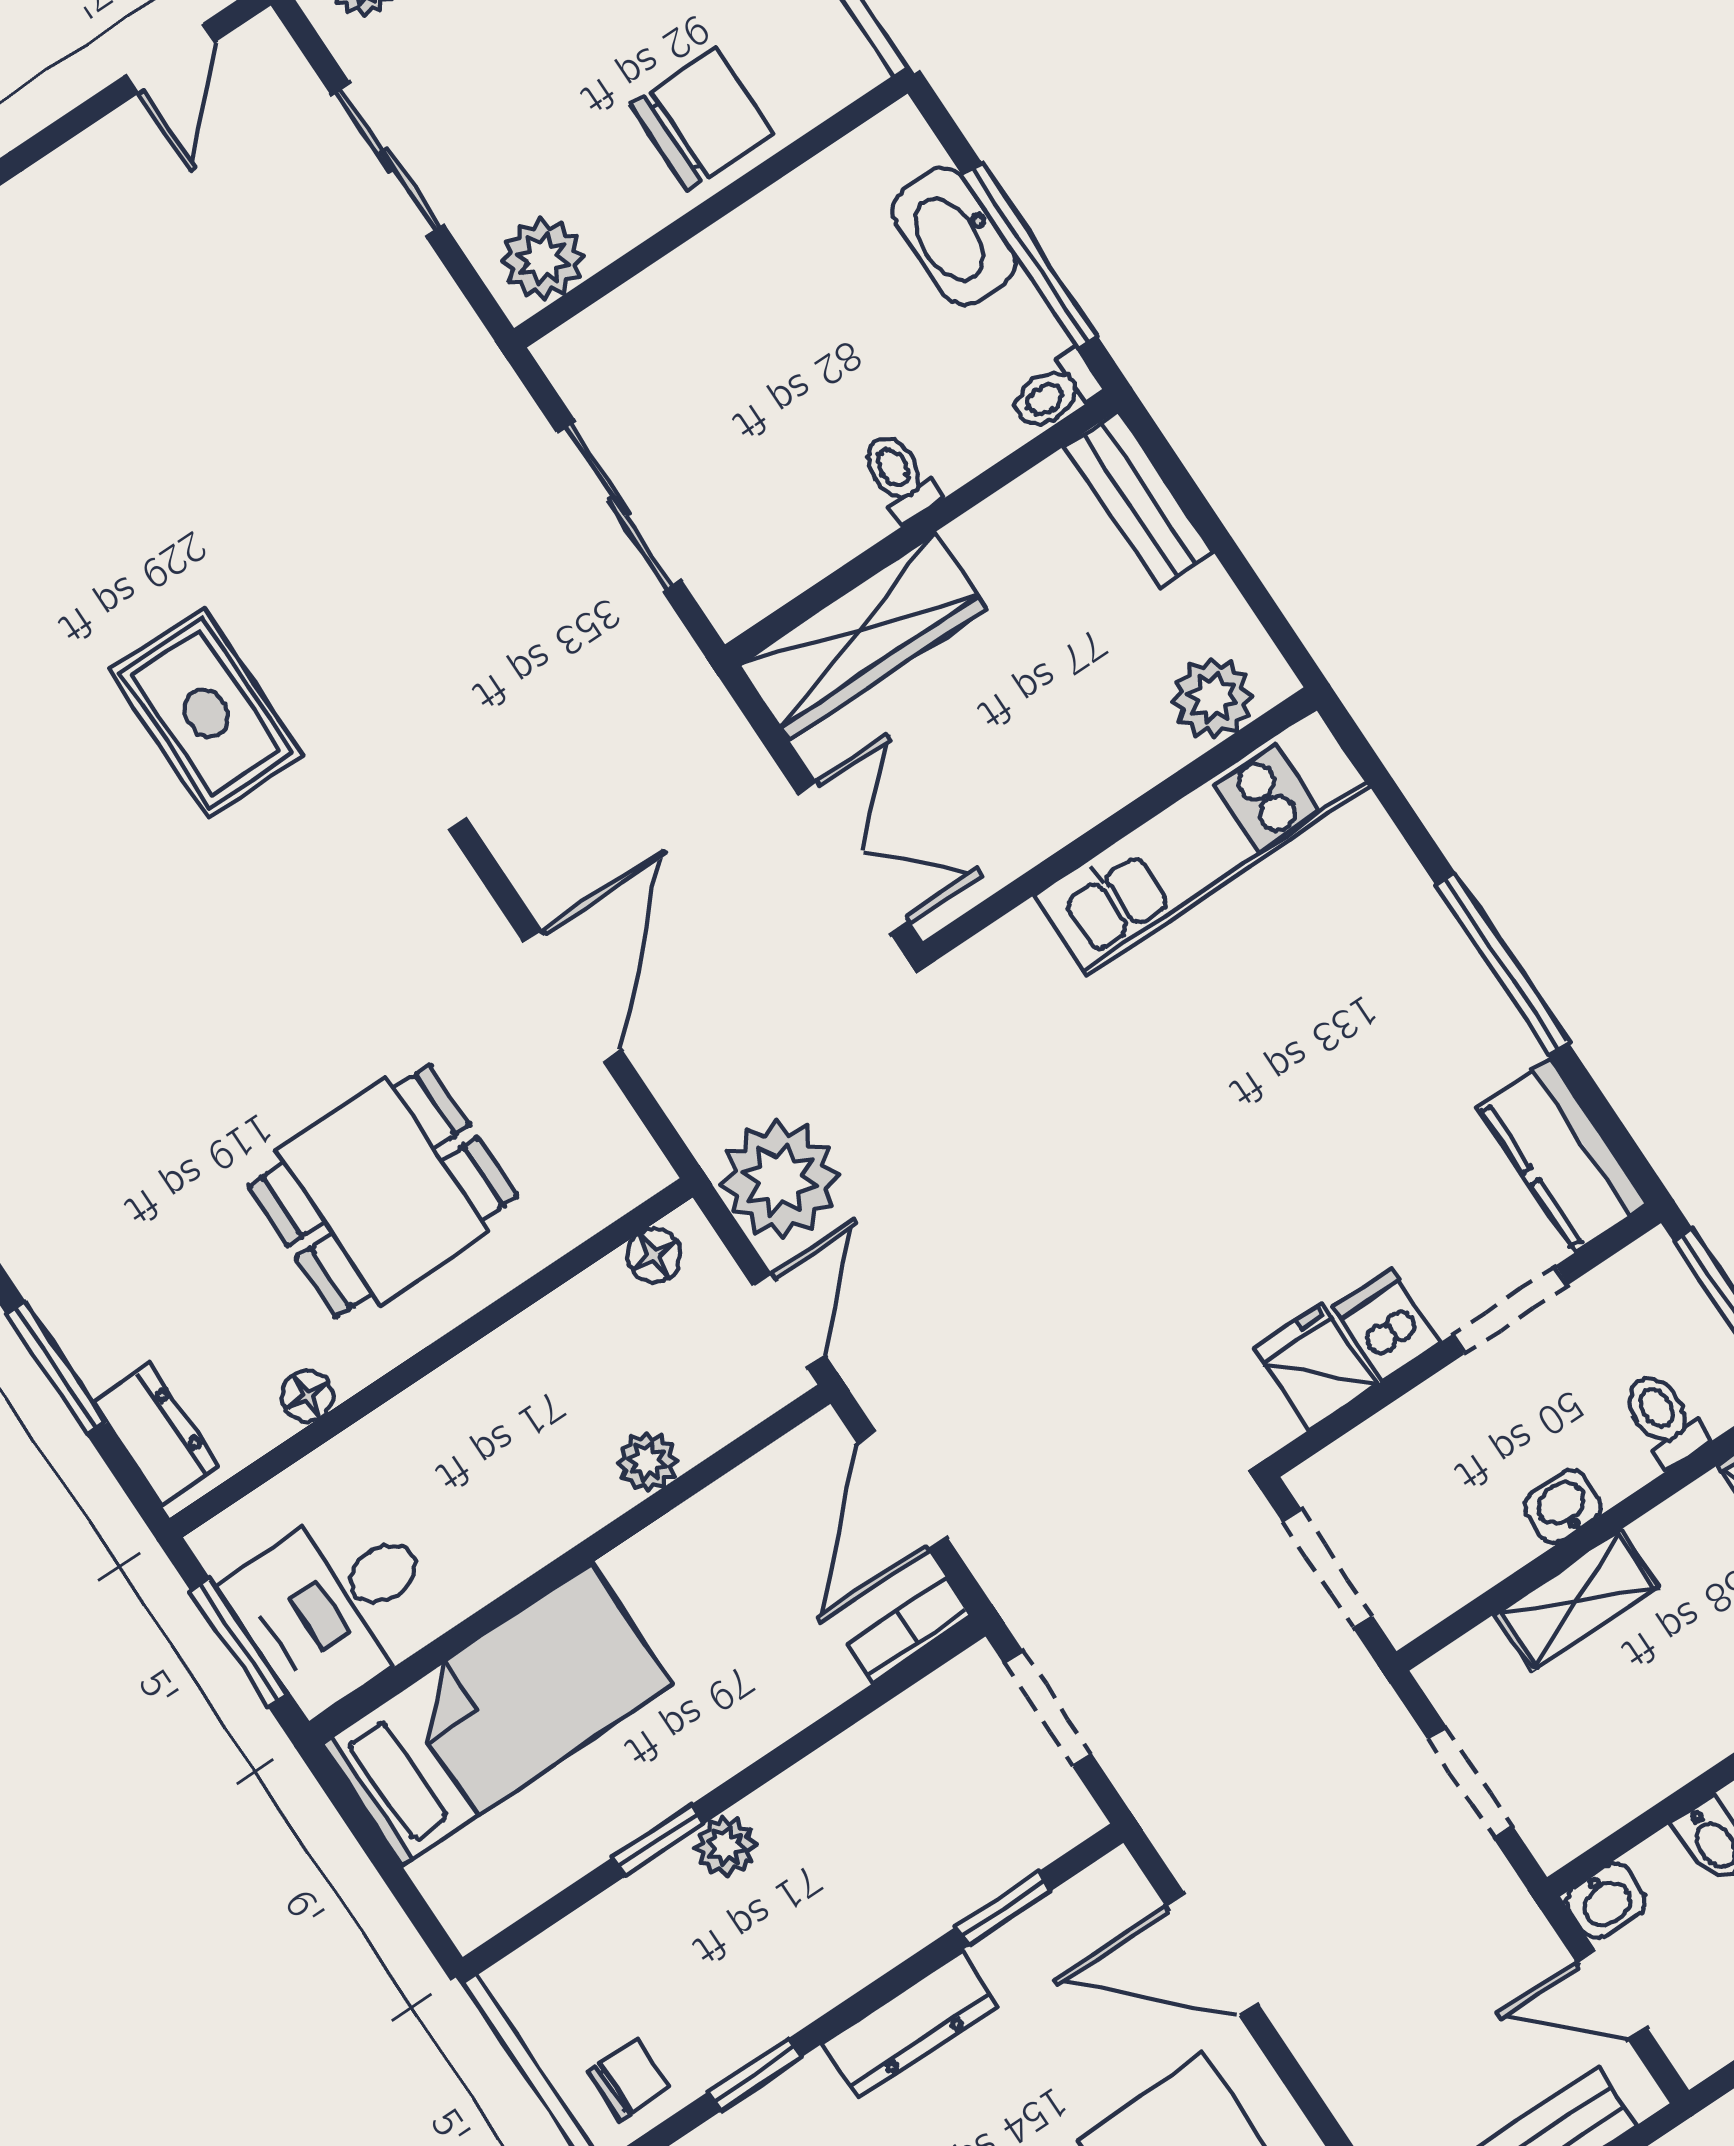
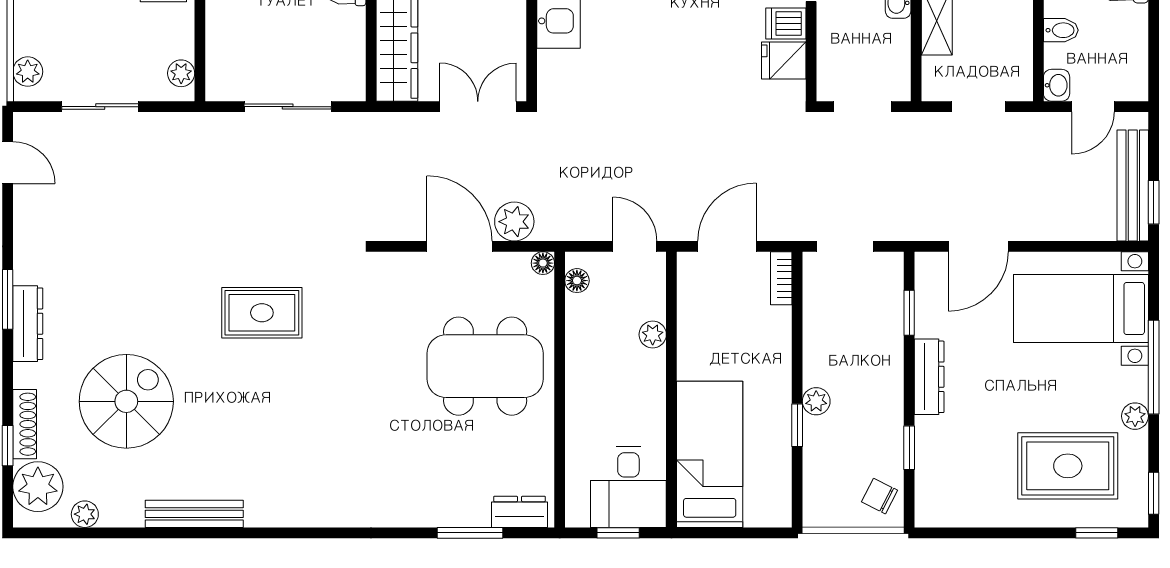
plant: (543, 259) -> (181, 73), width x0.73, depth x0.73
plant: (780, 1180) -> (514, 222), moved, width x0.73, depth x0.73
dining table: (383, 1191) -> (485, 366), width x1.38
floor lamp: (307, 1396) -> (543, 263), moved
door: (902, 1490) -> (727, 246), swing flipped
window: (239, 1642) -> (618, 533), width x0.67
chair: (629, 2080) -> (880, 496), turned -63

